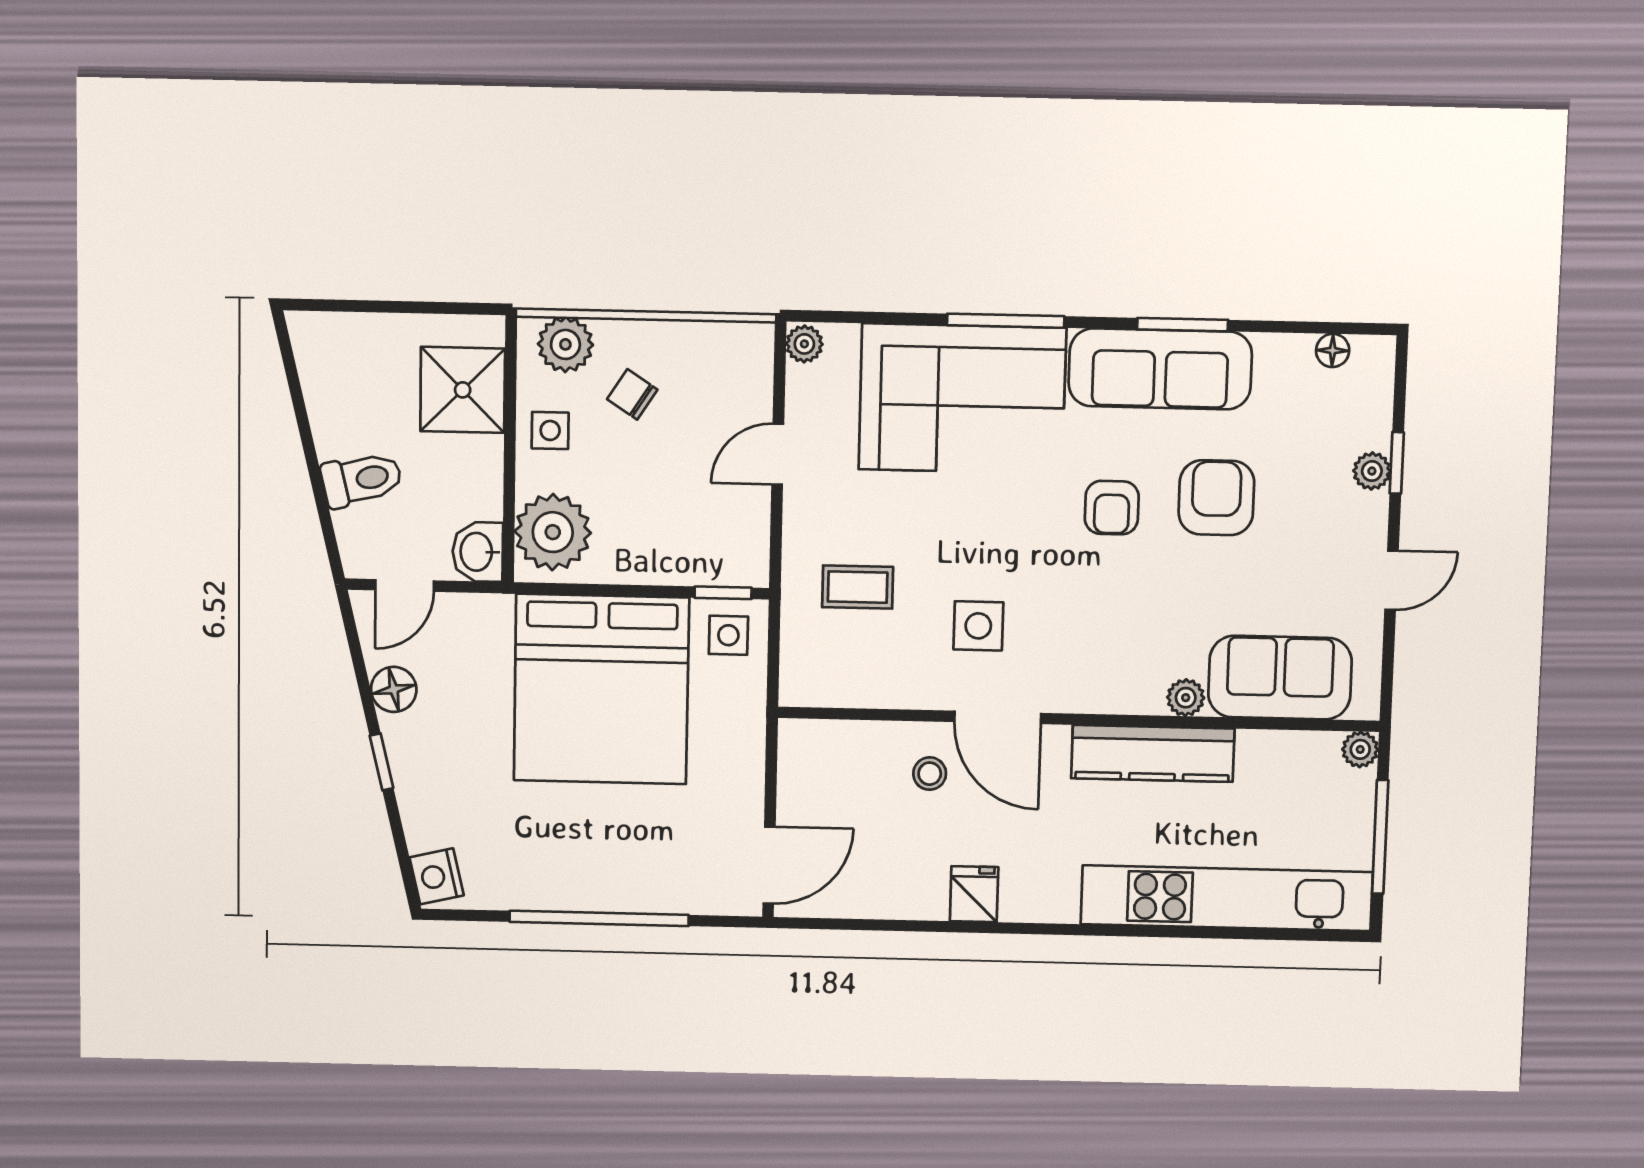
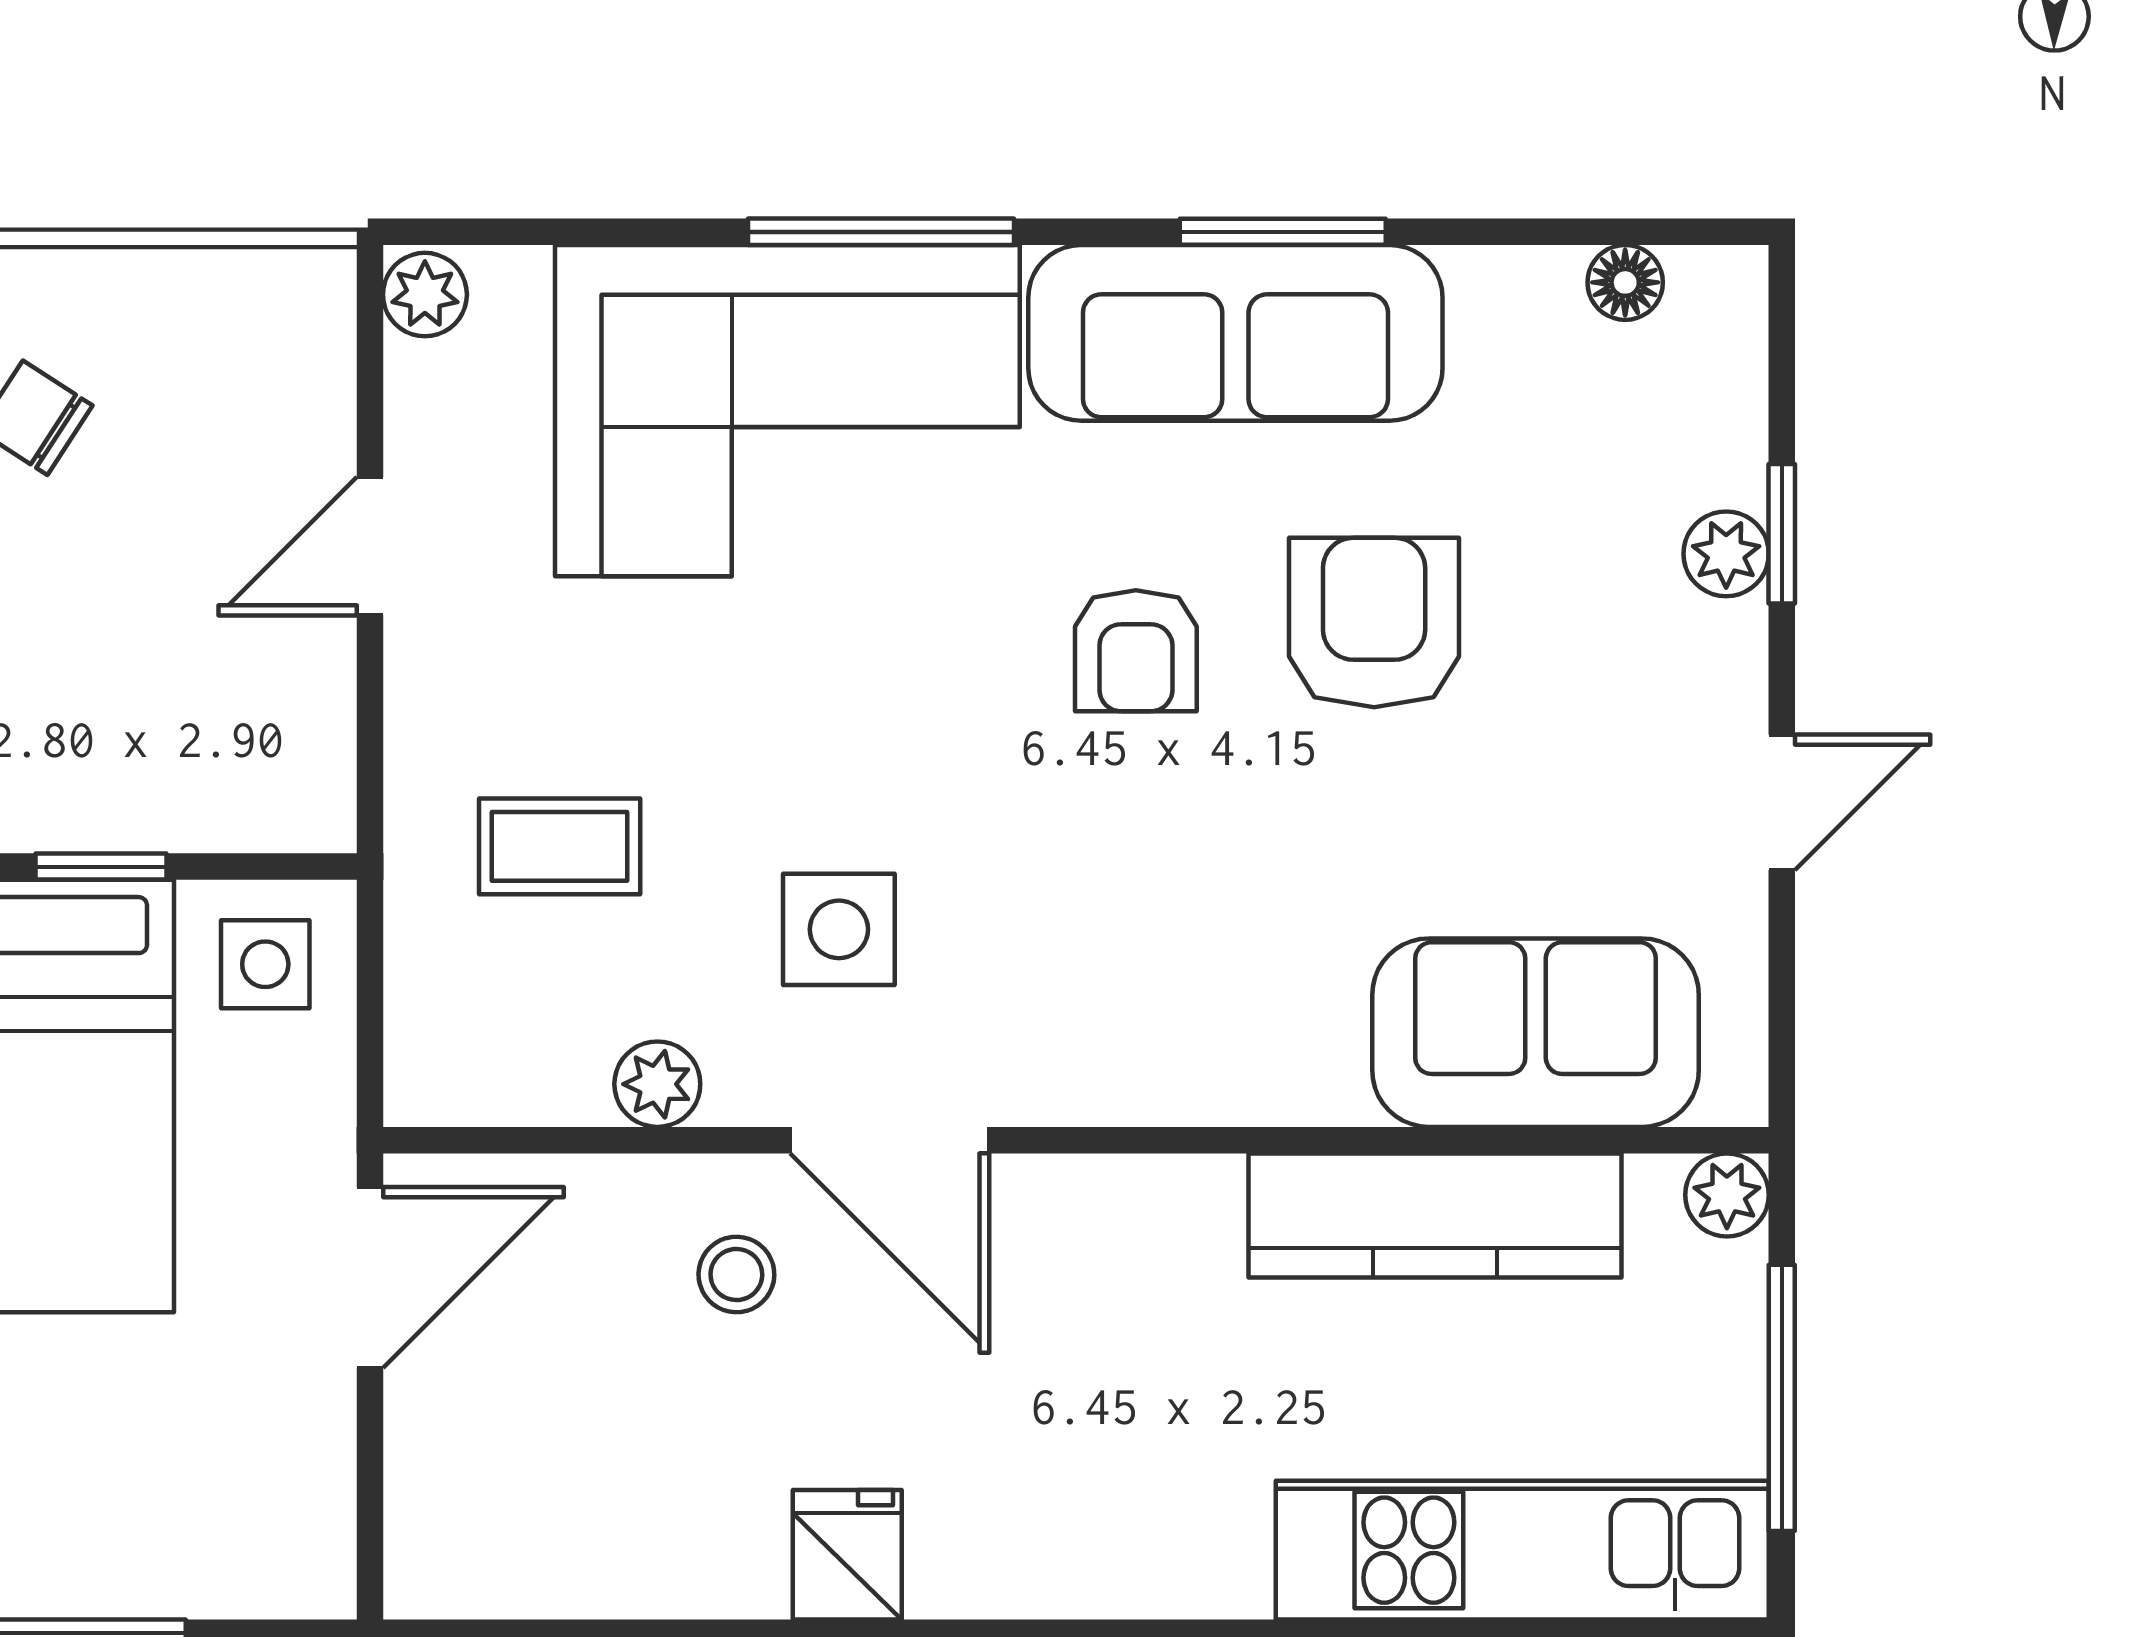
window: (723, 593) -> (101, 867), moved
plant: (1186, 698) -> (657, 1084), moved
kitchen counter: (1153, 753) -> (1435, 1215), moved
door: (769, 865) -> (370, 1278), moved
kitchen unit: (1227, 898) -> (1522, 1550), width x0.73

